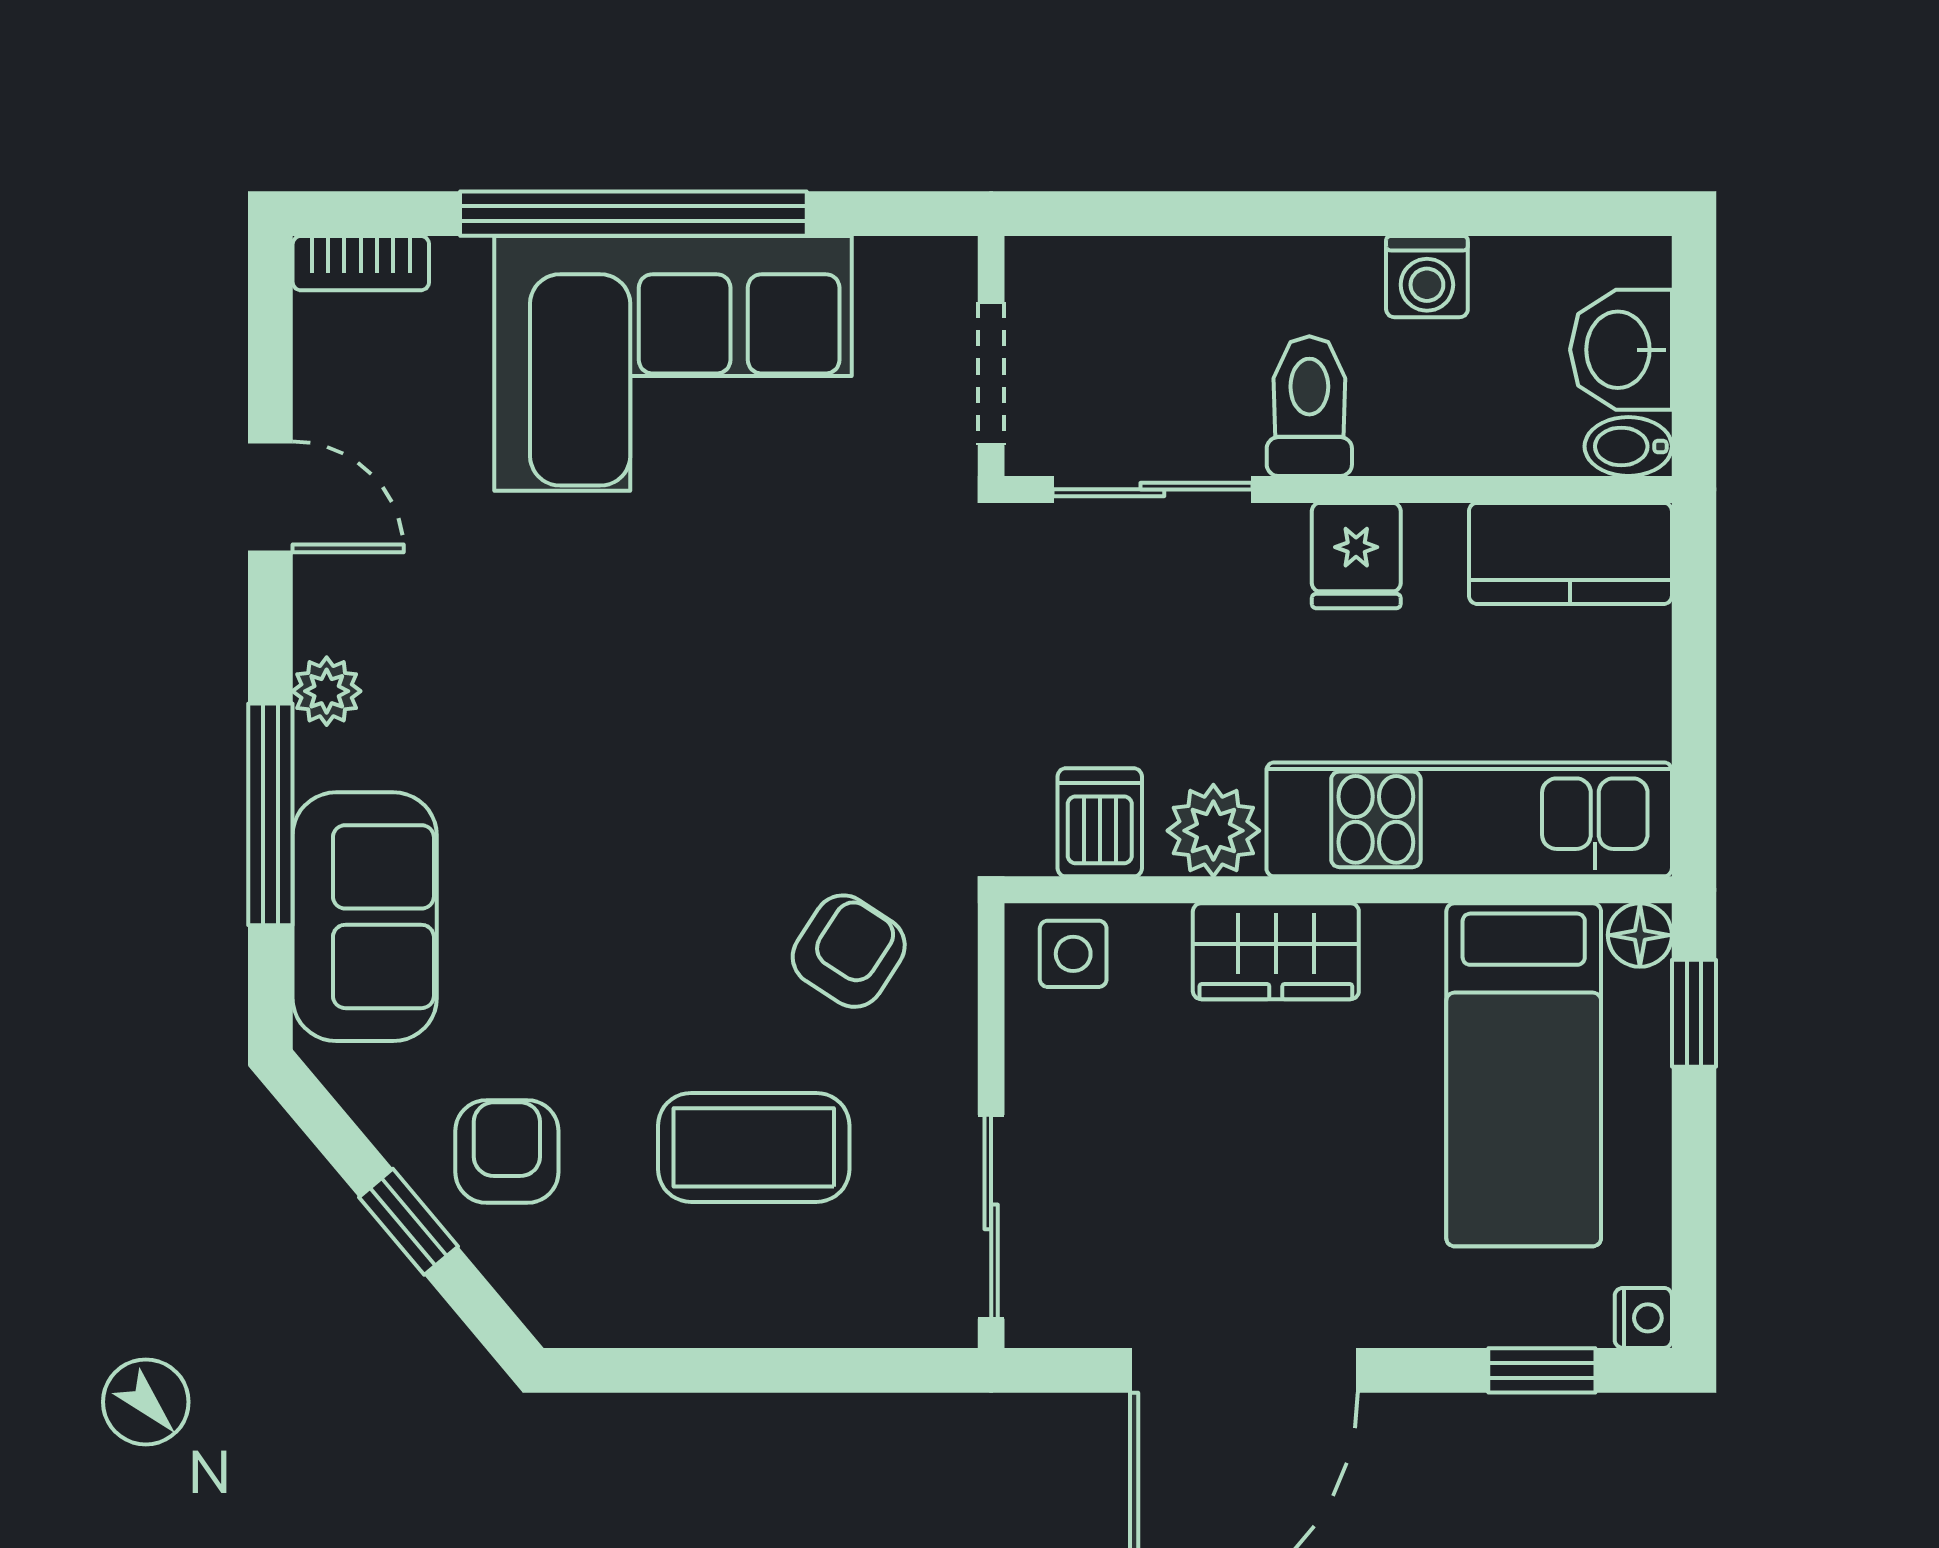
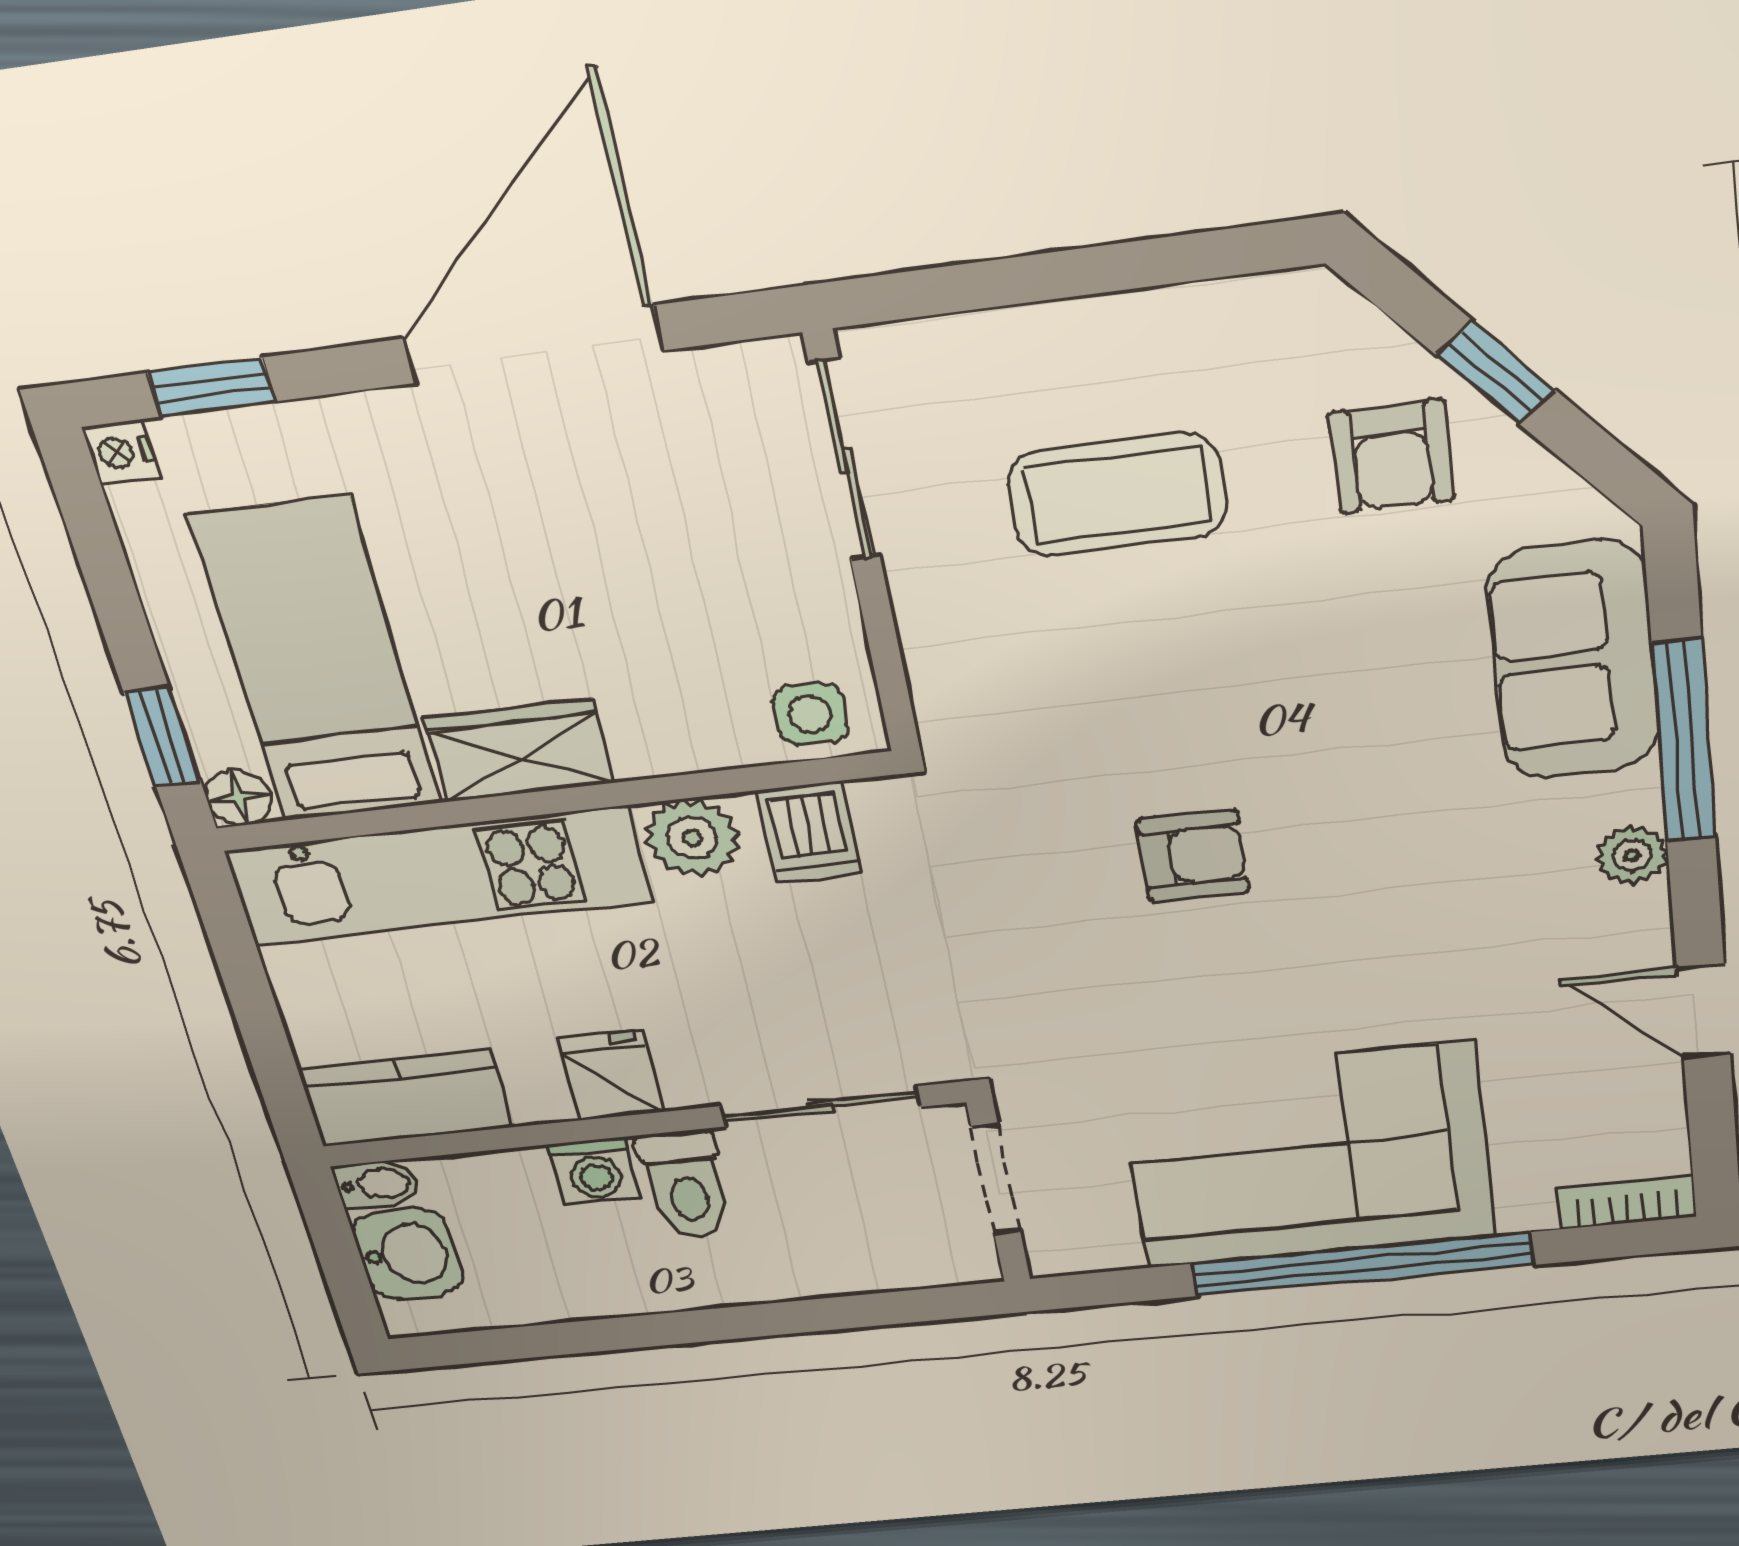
washing machine: (1427, 277) -> (594, 1171), moved, turned 180
armchair: (849, 951) -> (1193, 856), moved, turned -123
wardrobe: (1276, 951) -> (519, 751), moved

